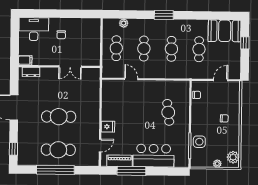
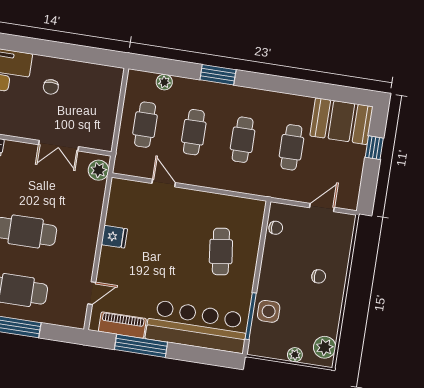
window: (164, 15) -> (218, 75), moved
plant: (94, 77) -> (99, 170), added
fridge: (108, 127) -> (114, 237), moved
bar counter: (154, 156) -> (197, 326), width x1.36

